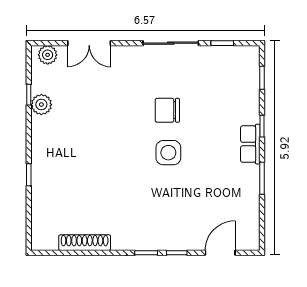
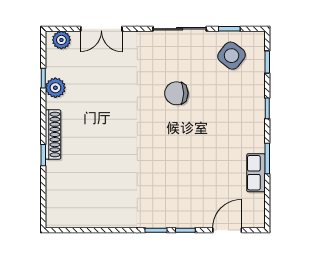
row of seats: (250, 144) -> (256, 173), moved
side table: (168, 153) -> (232, 56), moved, turned 38
shoe rack: (85, 243) -> (53, 135), moved, turned 90

